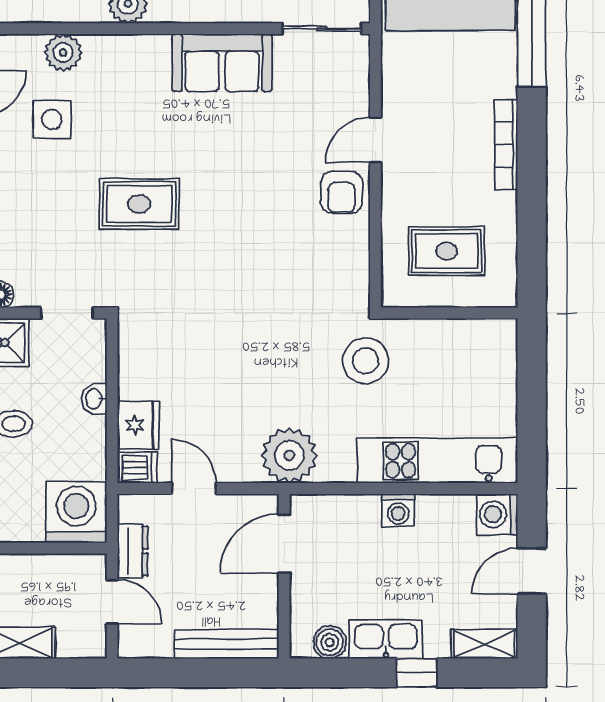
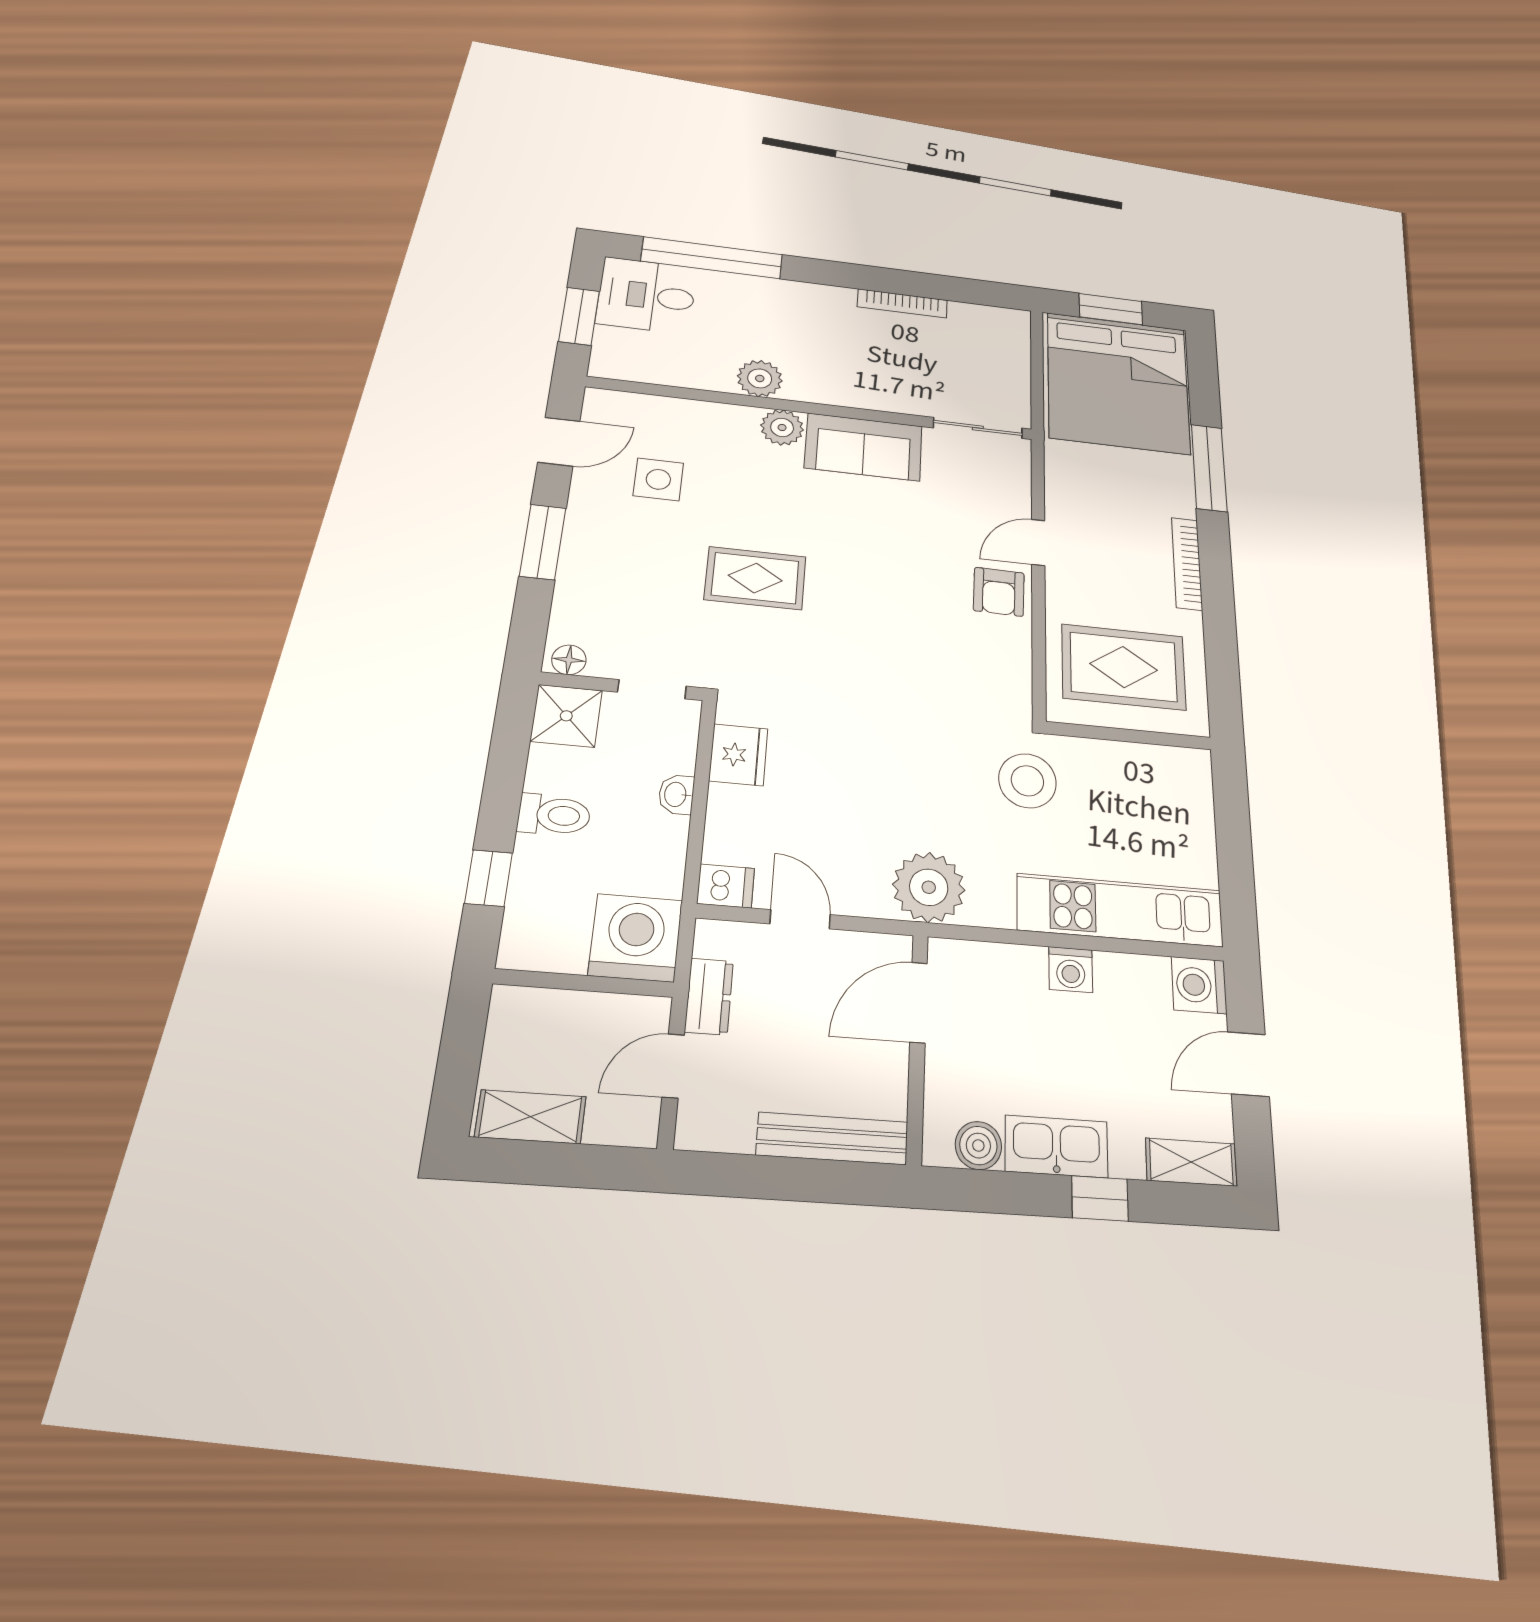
plant: (63, 53) -> (782, 427), moved
rug: (447, 251) -> (1124, 667), width x1.36, depth x1.43
fridge: (138, 425) -> (738, 755), moved
door: (112, 602) -> (673, 1066), swing flipped

